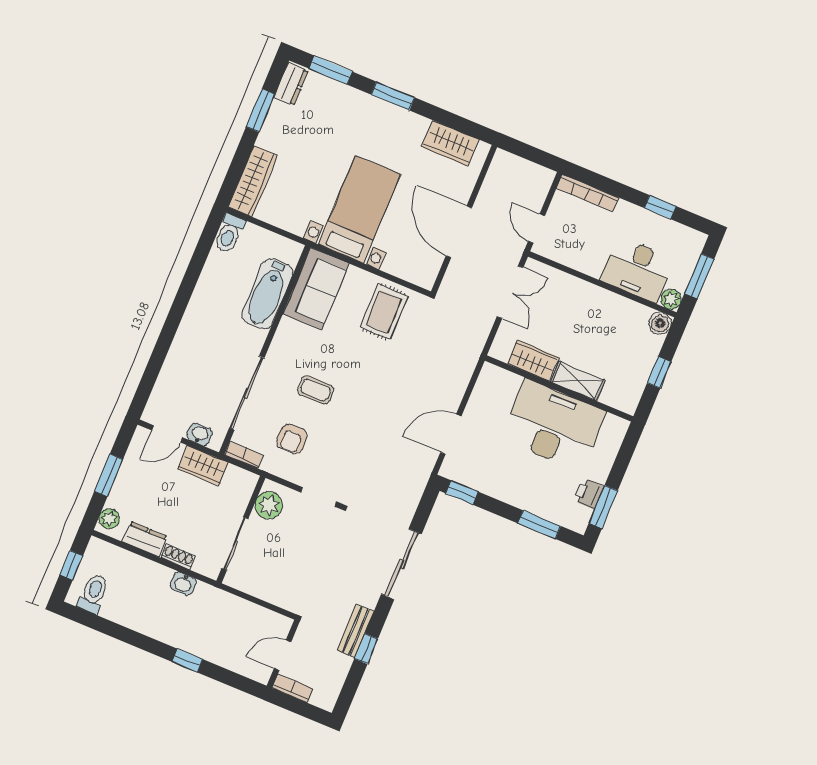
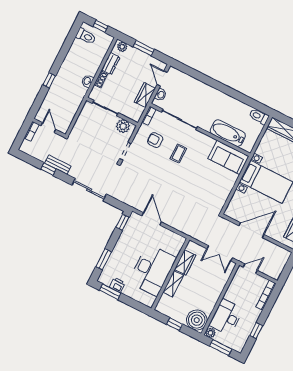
rug: (384, 312) -> (215, 190), removed
boiler: (660, 323) -> (197, 320), width x1.86, depth x1.86

